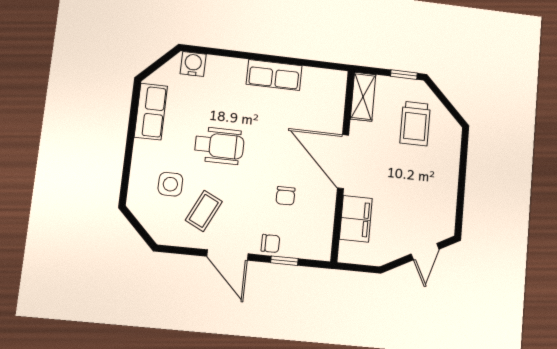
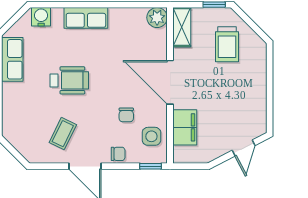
row of seats: (274, 75) -> (86, 18), moved
plant: (335, 82) -> (157, 18), added
side table: (170, 184) -> (151, 136), moved
window: (284, 261) -> (150, 166), moved

